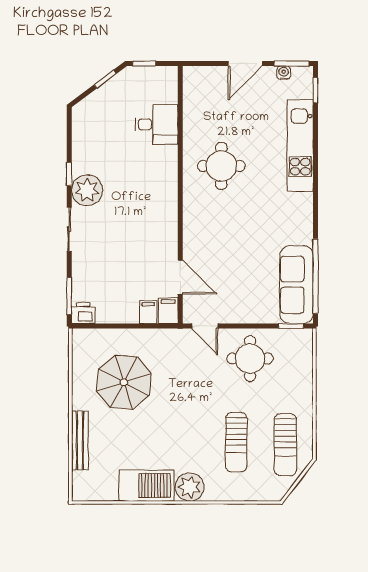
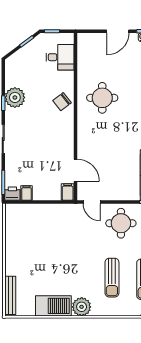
desk: (156, 124) -> (60, 57), moved
chair: (160, 172) -> (62, 102), added
plant: (87, 190) -> (15, 97), moved
filing cabinet: (148, 312) -> (27, 193), moved
parasol: (124, 382) -> (39, 239), removed
bench: (80, 440) -> (10, 295), moved

